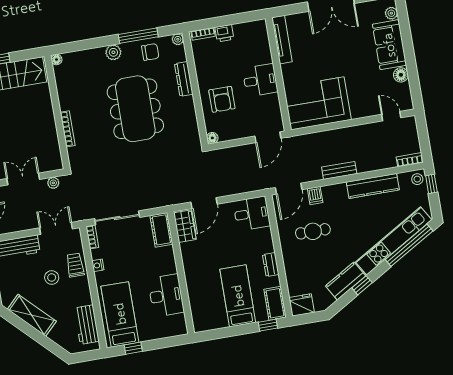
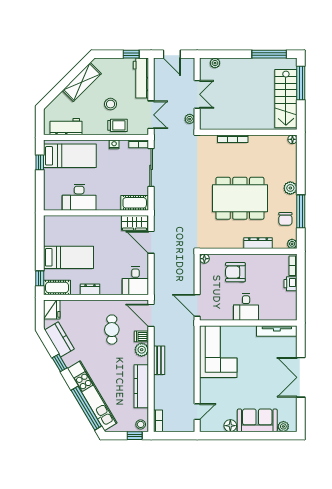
plant: (330, 193) -> (142, 350), added
kitchen counter: (346, 281) -> (59, 339), moved

